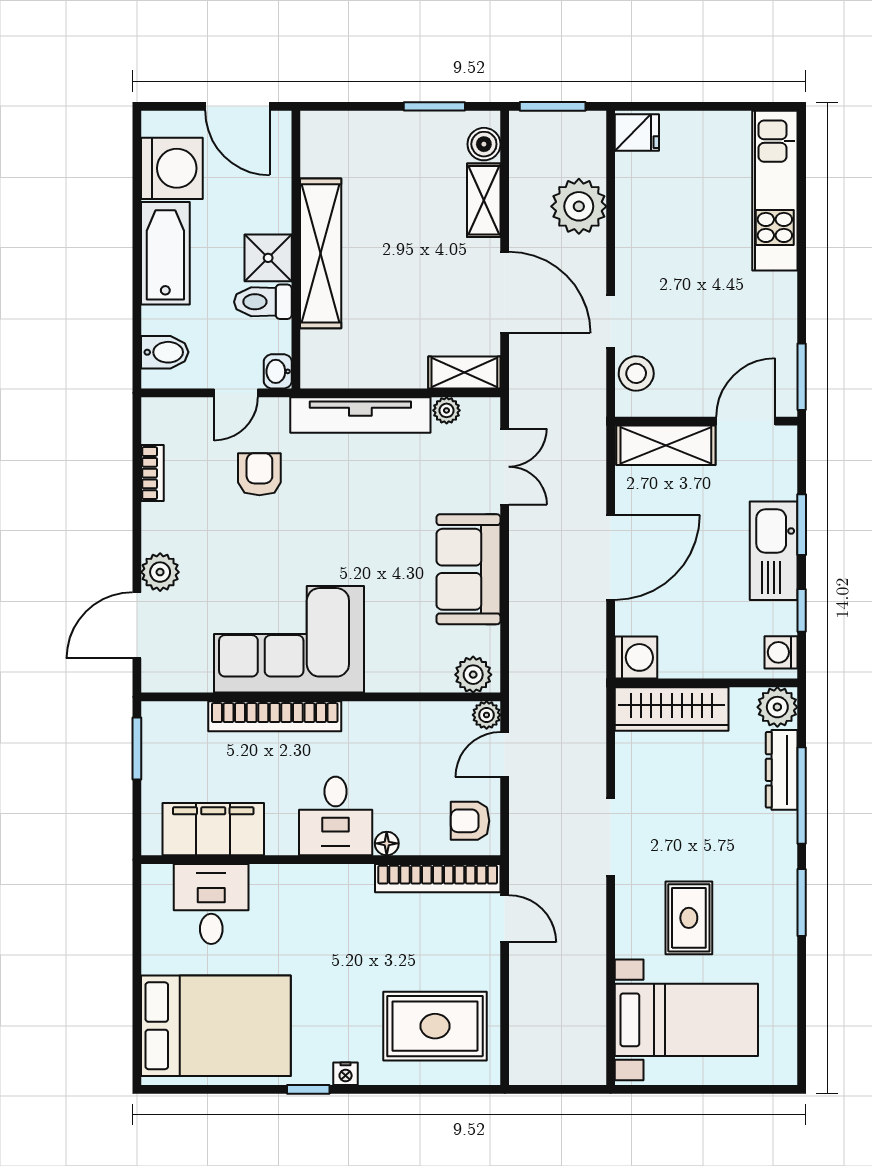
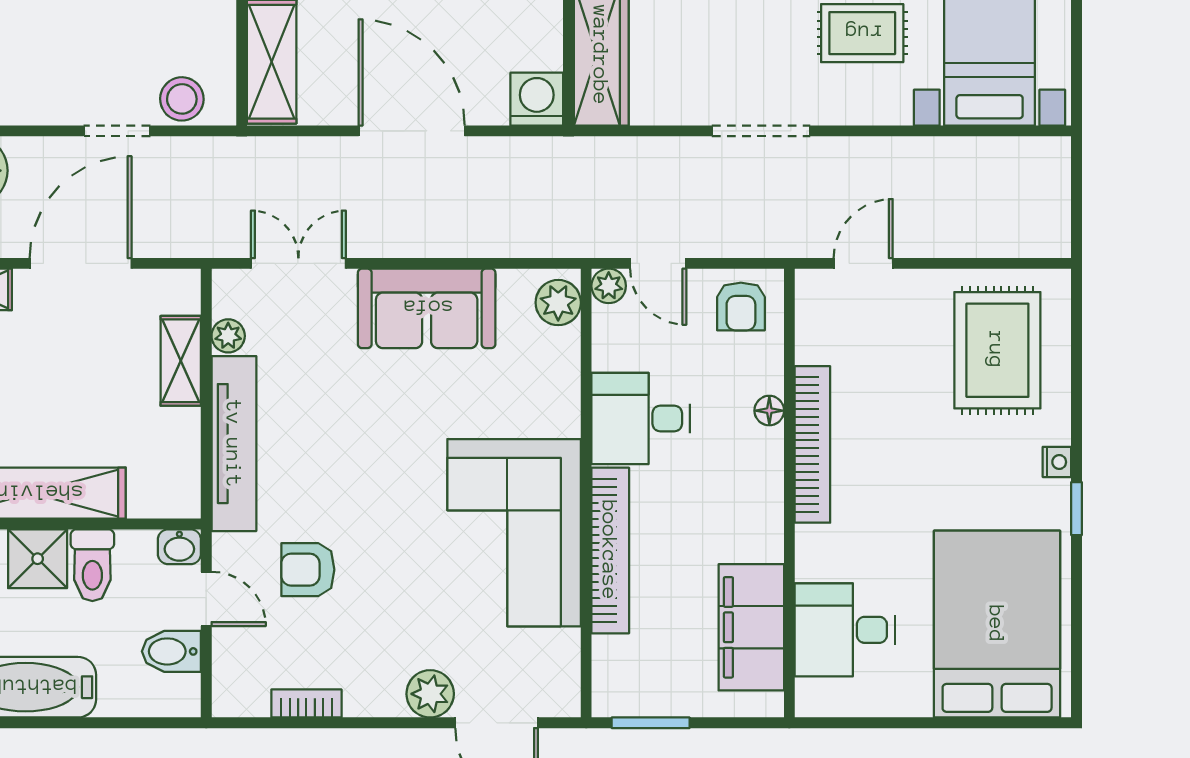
bidet: (165, 352) -> (171, 651), moved, turned -90
shelving: (464, 372) -> (181, 361), moved
desk: (336, 816) -> (641, 419), moved, turned 180
bookcase: (438, 878) -> (812, 444), moved

